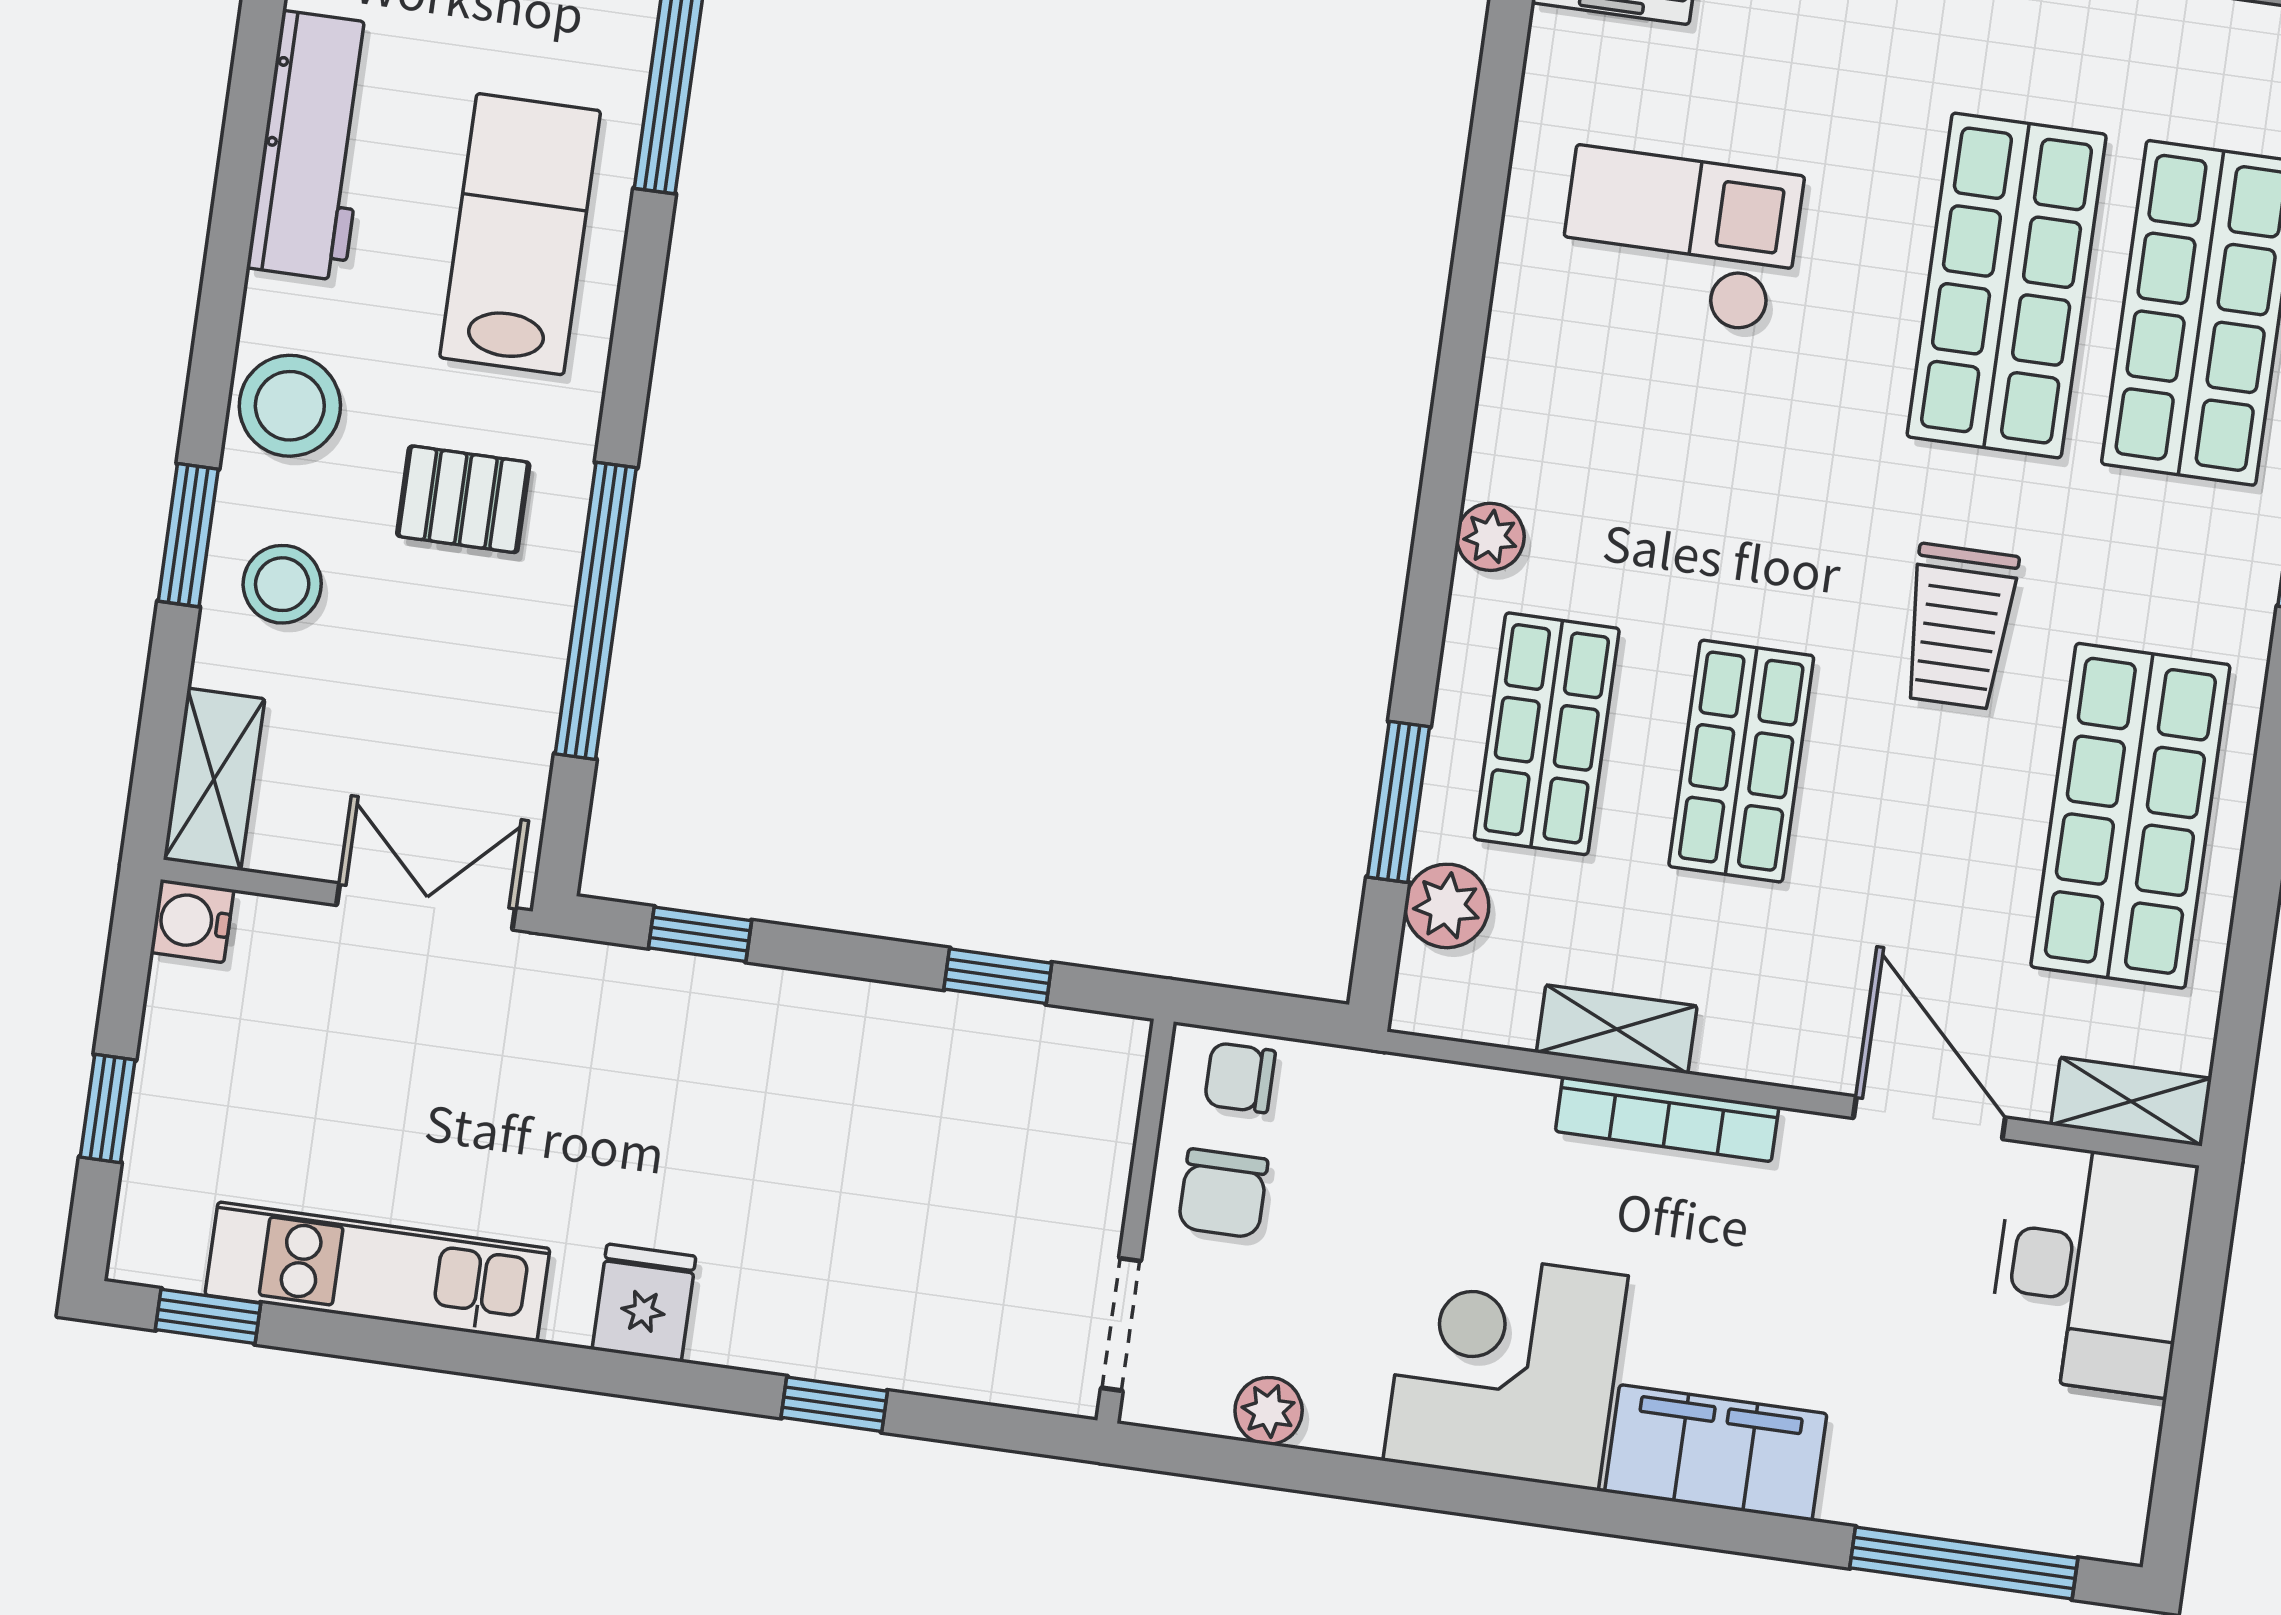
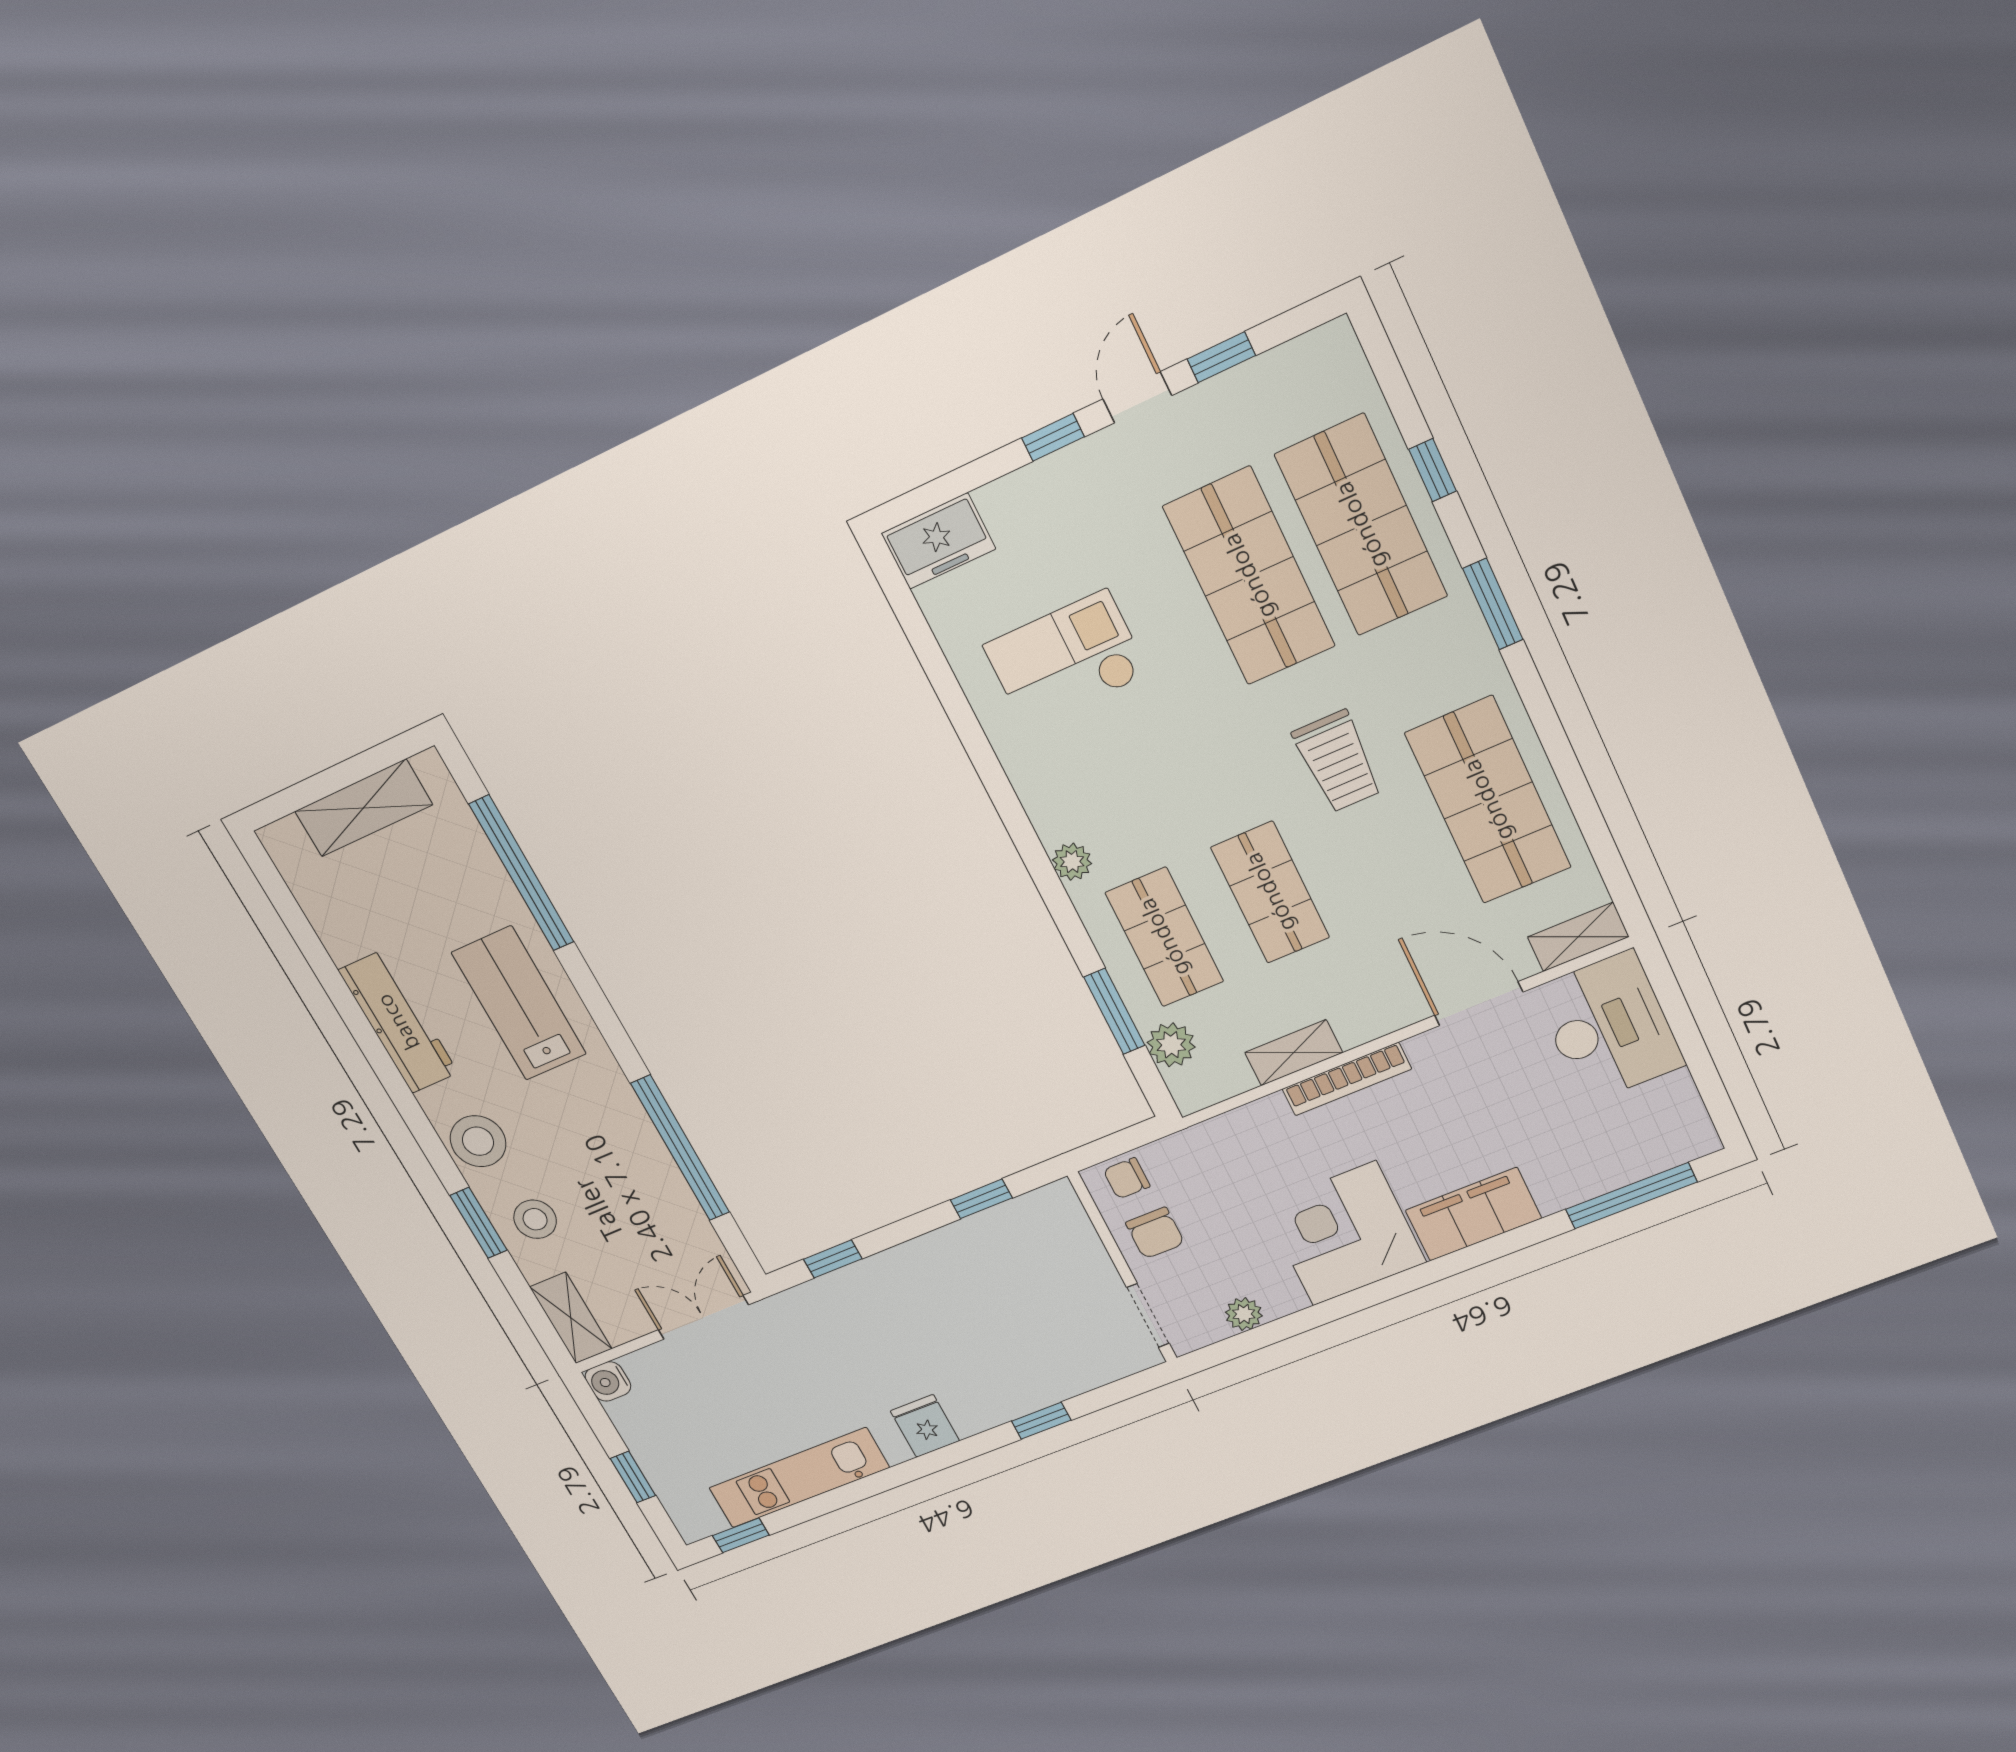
pallet: (463, 499) -> (585, 1135), removed

